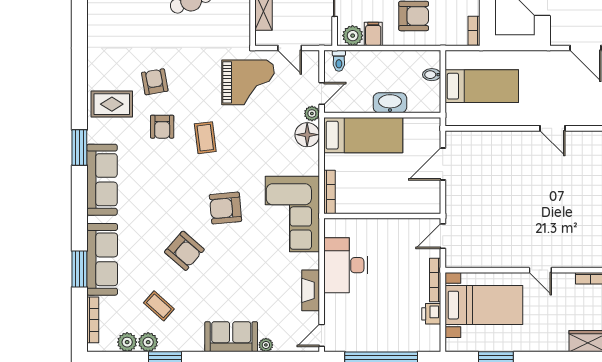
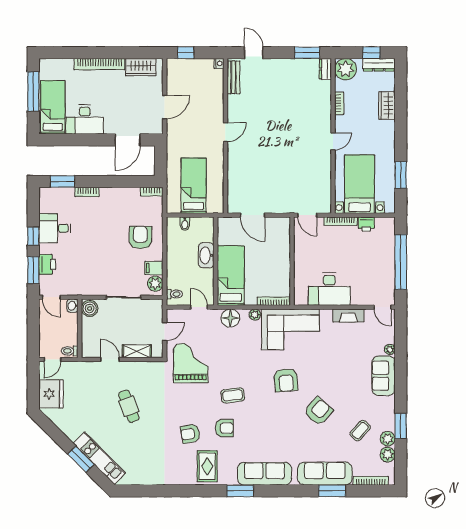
plant: (312, 113) -> (255, 315), moved

